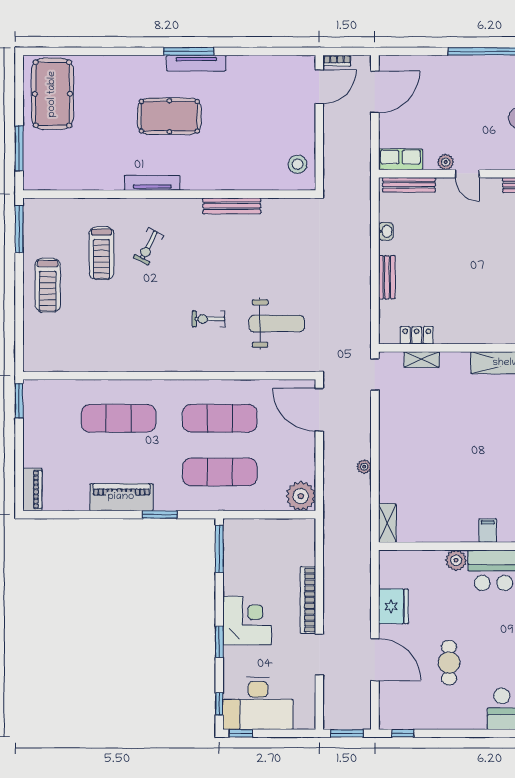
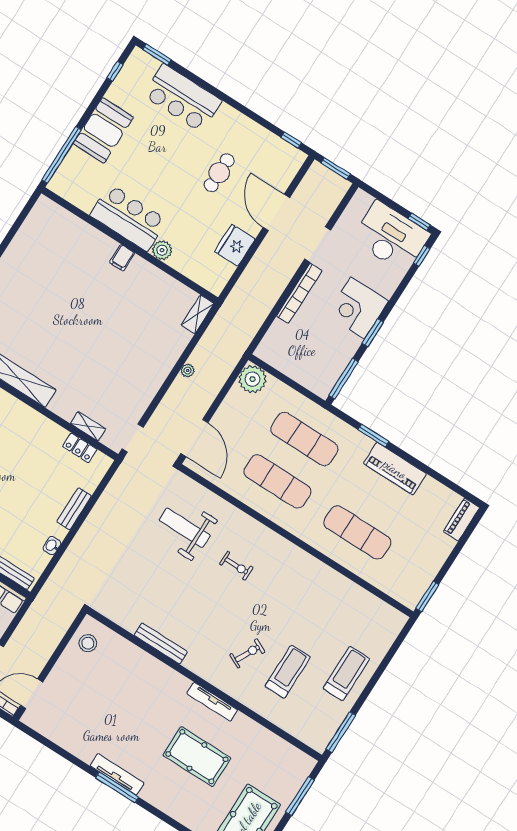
pool table: (169, 116) -> (197, 757), moved
window: (219, 642) -> (373, 333), moved

